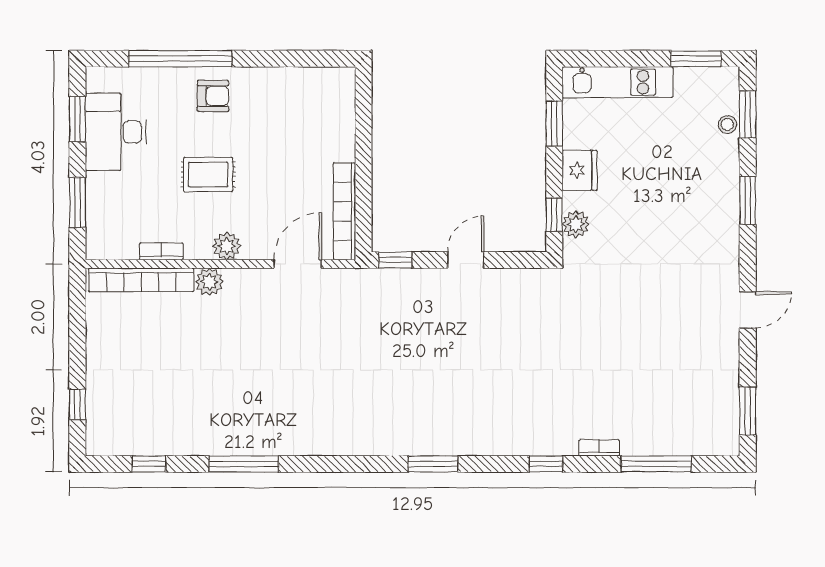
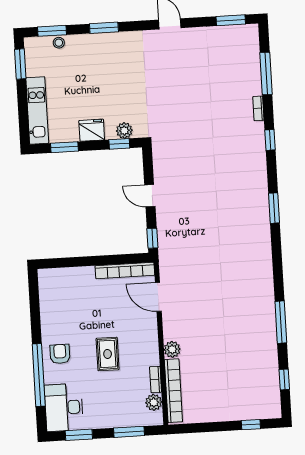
desk: (116, 132) -> (64, 407), moved, turned 90
plant: (227, 246) -> (154, 402), moved

